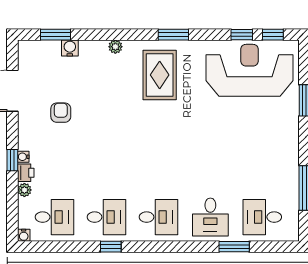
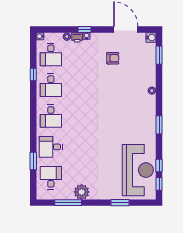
water cooler: (70, 48) -> (151, 37), moved
rug: (160, 75) -> (135, 117), removed
plant: (286, 165) -> (82, 192), added
window: (111, 247) -> (33, 74), moved

